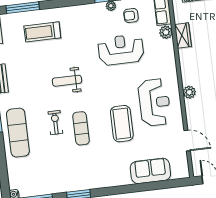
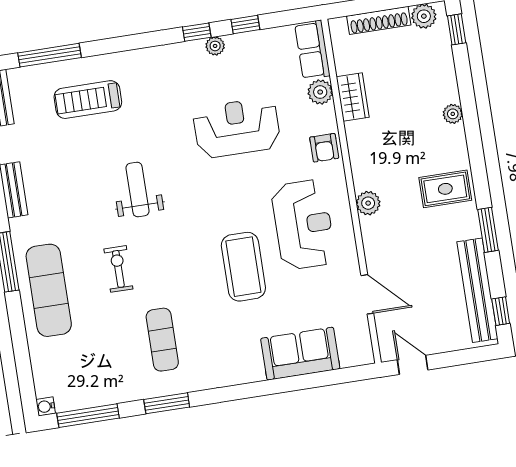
armchair: (131, 15) -> (324, 148), moved, turned -90
weight bench: (67, 81) -> (137, 190), turned 90
exercise mat: (81, 128) -> (162, 340), moved

